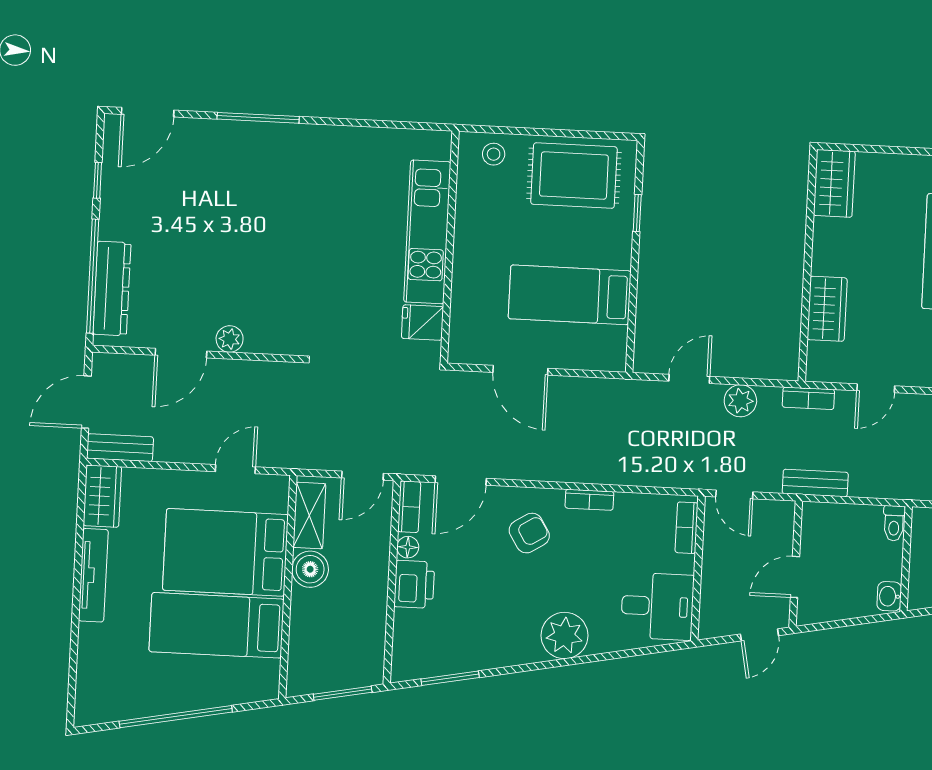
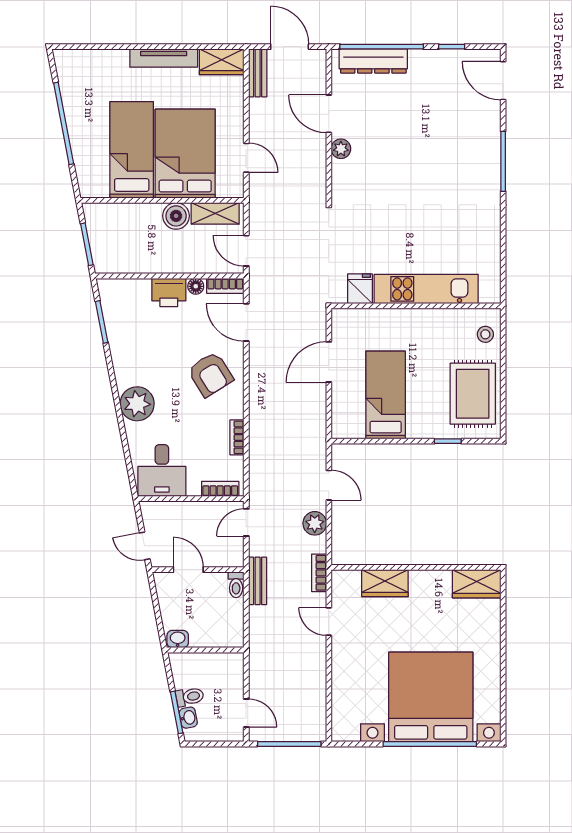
bookcase: (589, 500) -> (237, 437), moved
toilet: (894, 523) -> (236, 585), moved, turned -90
armchair: (529, 533) -> (210, 374), width x1.38, depth x1.38

